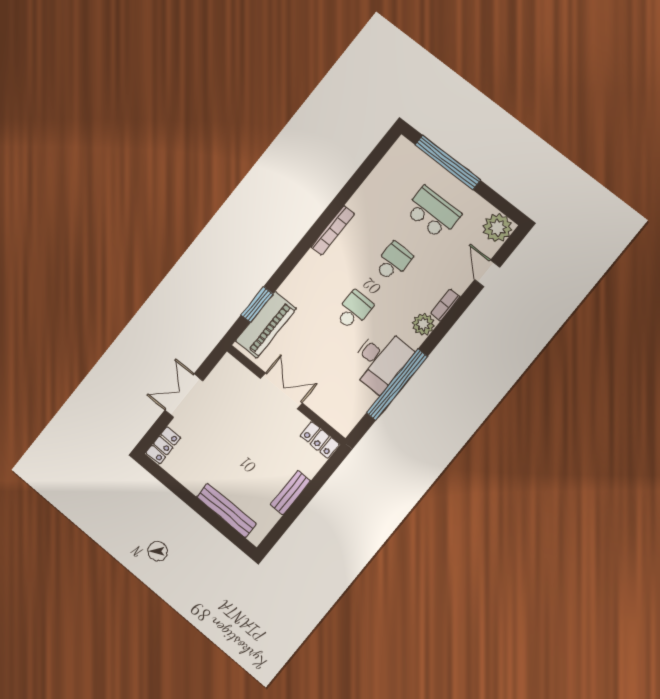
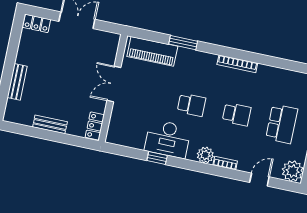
window: (257, 304) -> (183, 43), moved
window: (397, 385) -> (157, 158), width x0.32
double door: (281, 391) -> (114, 84), swing flipped
bench: (226, 510) -> (17, 82), width x0.73

